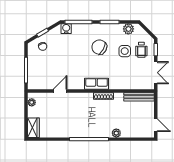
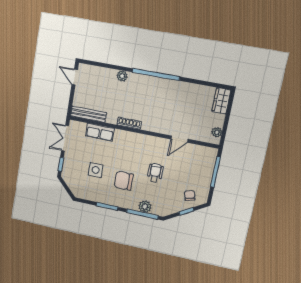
water cooler: (66, 29) -> (158, 210), removed
plant: (128, 29) -> (145, 207), moved
chair: (99, 47) -> (124, 181), turned 151
wheelchair: (141, 50) -> (155, 173), moved
row of seats: (97, 84) -> (100, 132), moved

